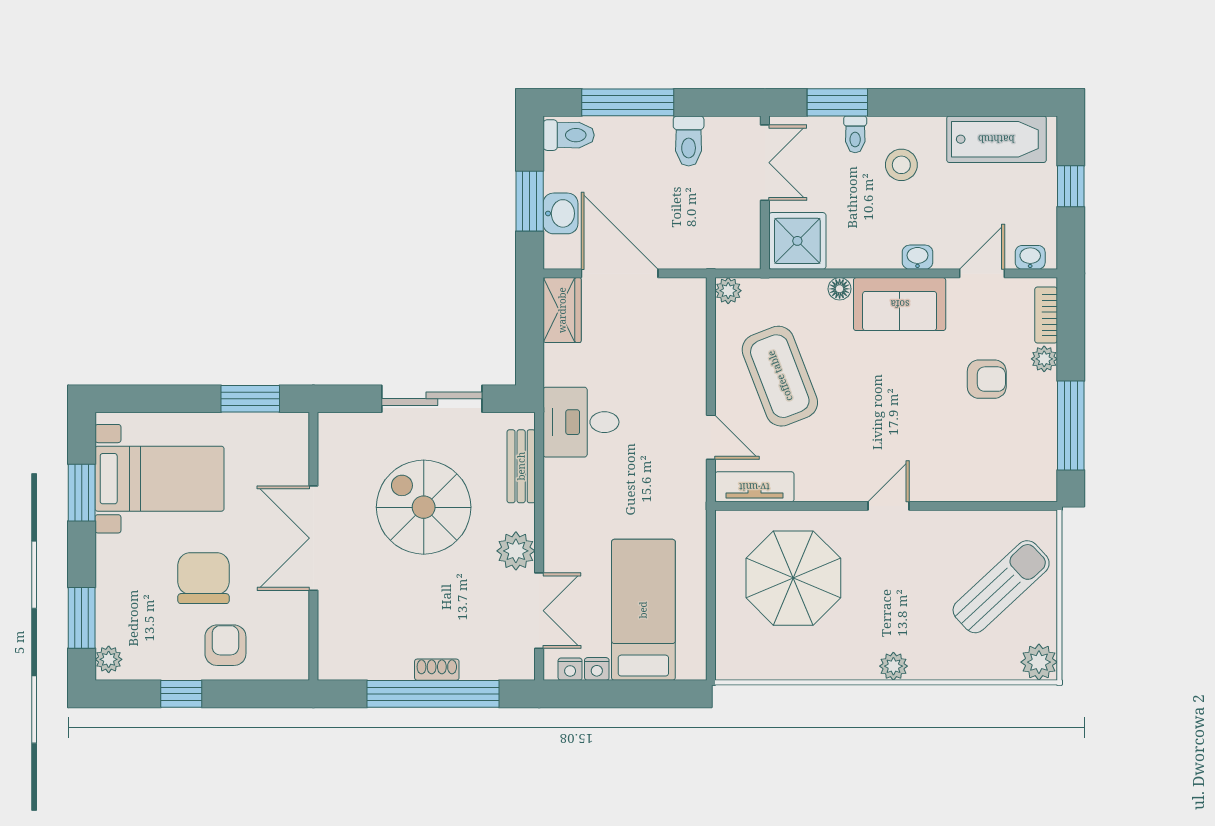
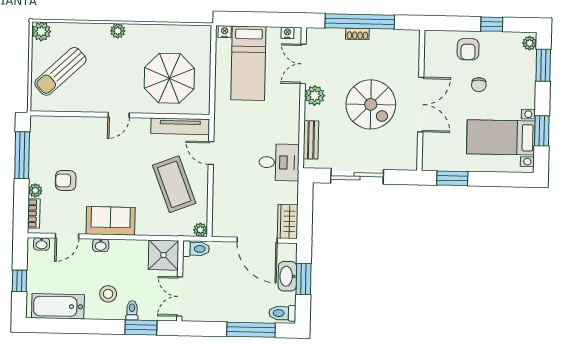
toilet: (689, 141) -> (196, 249), moved, turned 90
washbasin: (561, 213) -> (287, 276), width x1.38
floor lamp: (840, 289) -> (142, 230), removed
tv unit: (754, 487) -> (180, 126), width x1.41
spiral stairs: (424, 507) -> (371, 104), moved
chair: (203, 578) -> (479, 85), width x0.54, depth x0.54
nightstand: (597, 669) -> (225, 32), moved

